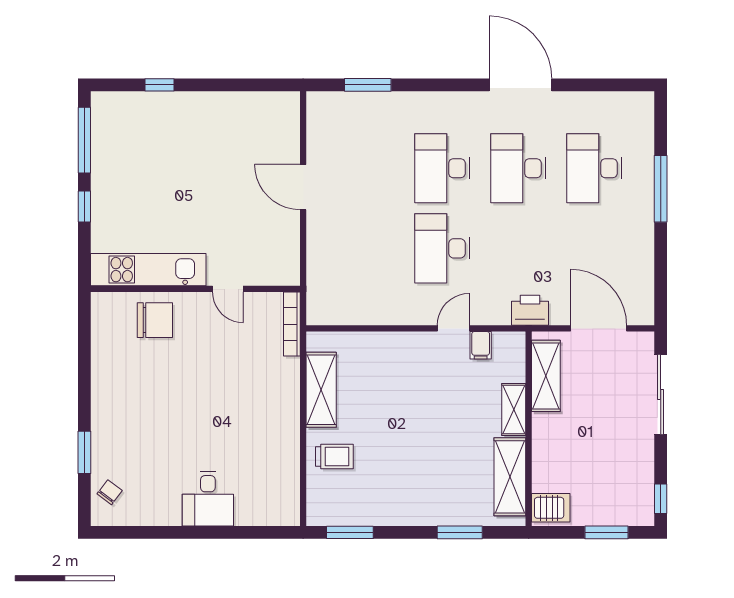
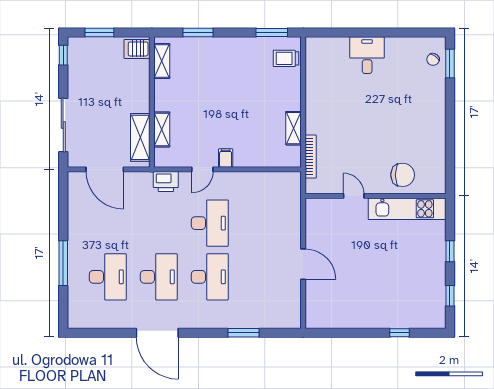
window: (368, 85) -> (244, 333), moved
window: (84, 140) -> (450, 296), width x0.46
printer: (530, 310) -> (166, 182), moved
chair: (155, 320) -> (403, 175), turned 180
bookcase: (292, 324) -> (311, 157), moved
filing cabinet: (481, 345) -> (226, 158), moved
shelving: (321, 390) -> (294, 128), width x0.67, depth x0.75
shelving: (514, 409) -> (162, 129), moved
window: (84, 452) -> (450, 64), moved
trolley: (334, 457) -> (286, 58), moved
shelving: (510, 477) -> (162, 61), width x0.67, depth x0.75

